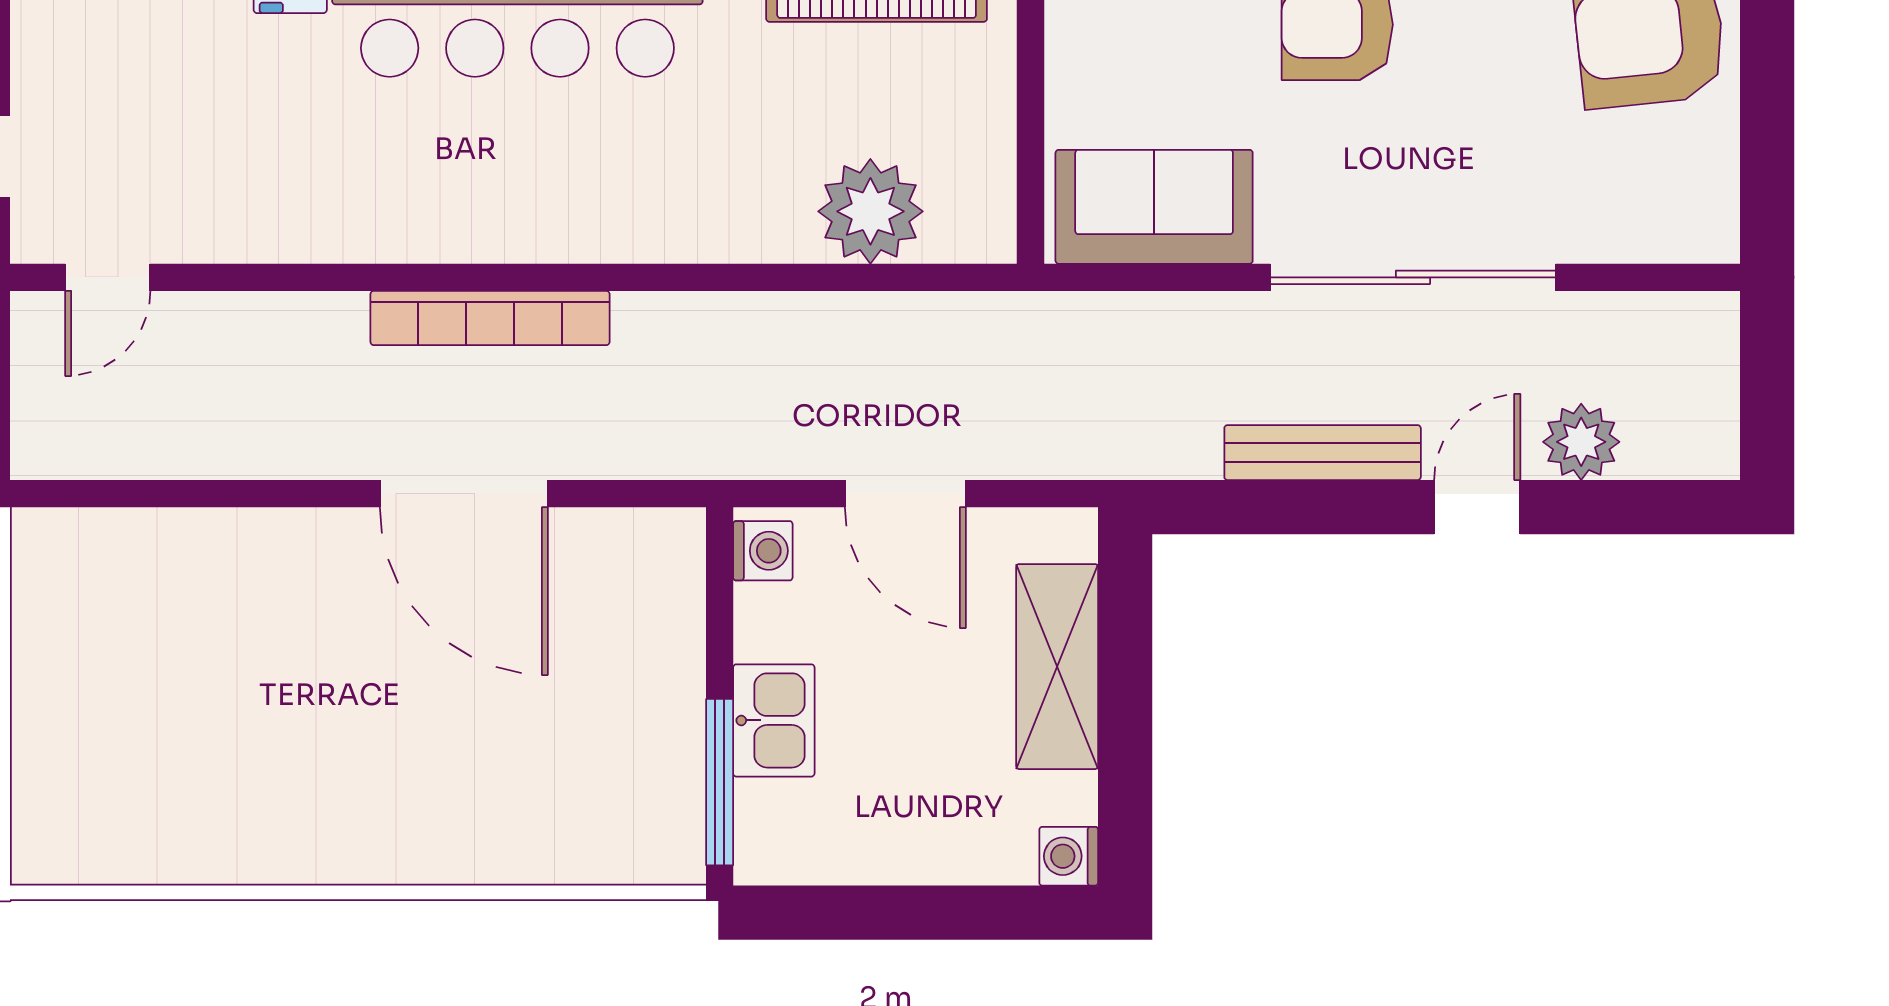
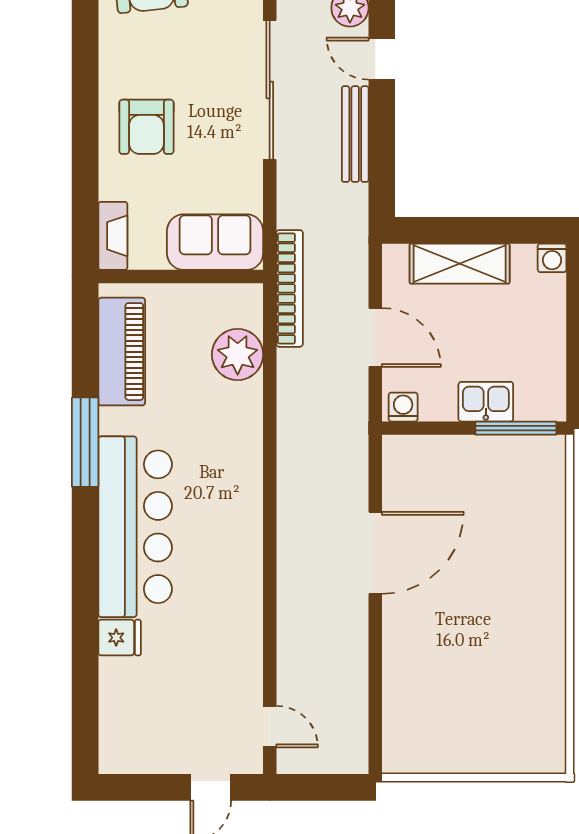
sofa: (1154, 207) -> (215, 242), moved, turned 90
bookcase: (490, 318) -> (290, 288), moved
door: (905, 494) -> (375, 337), hinge flipped

